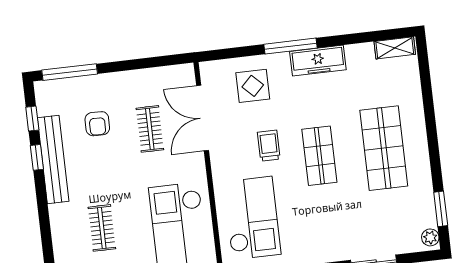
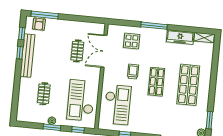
freezer: (318, 61) -> (180, 37), moved
armchair: (97, 124) -> (39, 24), moved

